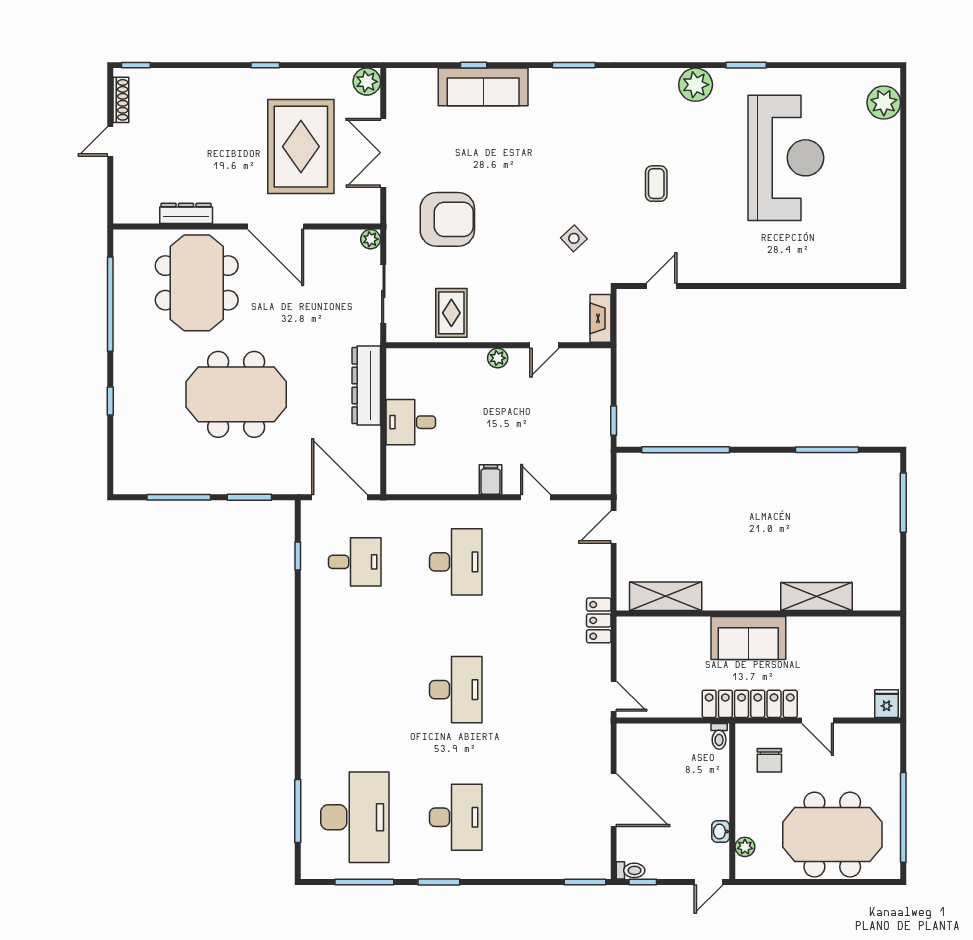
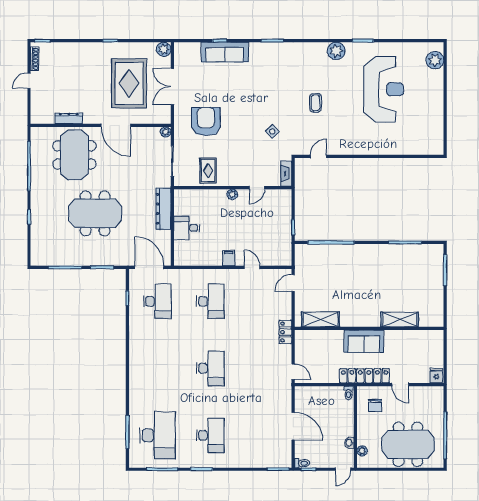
armchair: (447, 219) -> (206, 122), turned -90
desk: (355, 562) -> (157, 301), width x1.37

